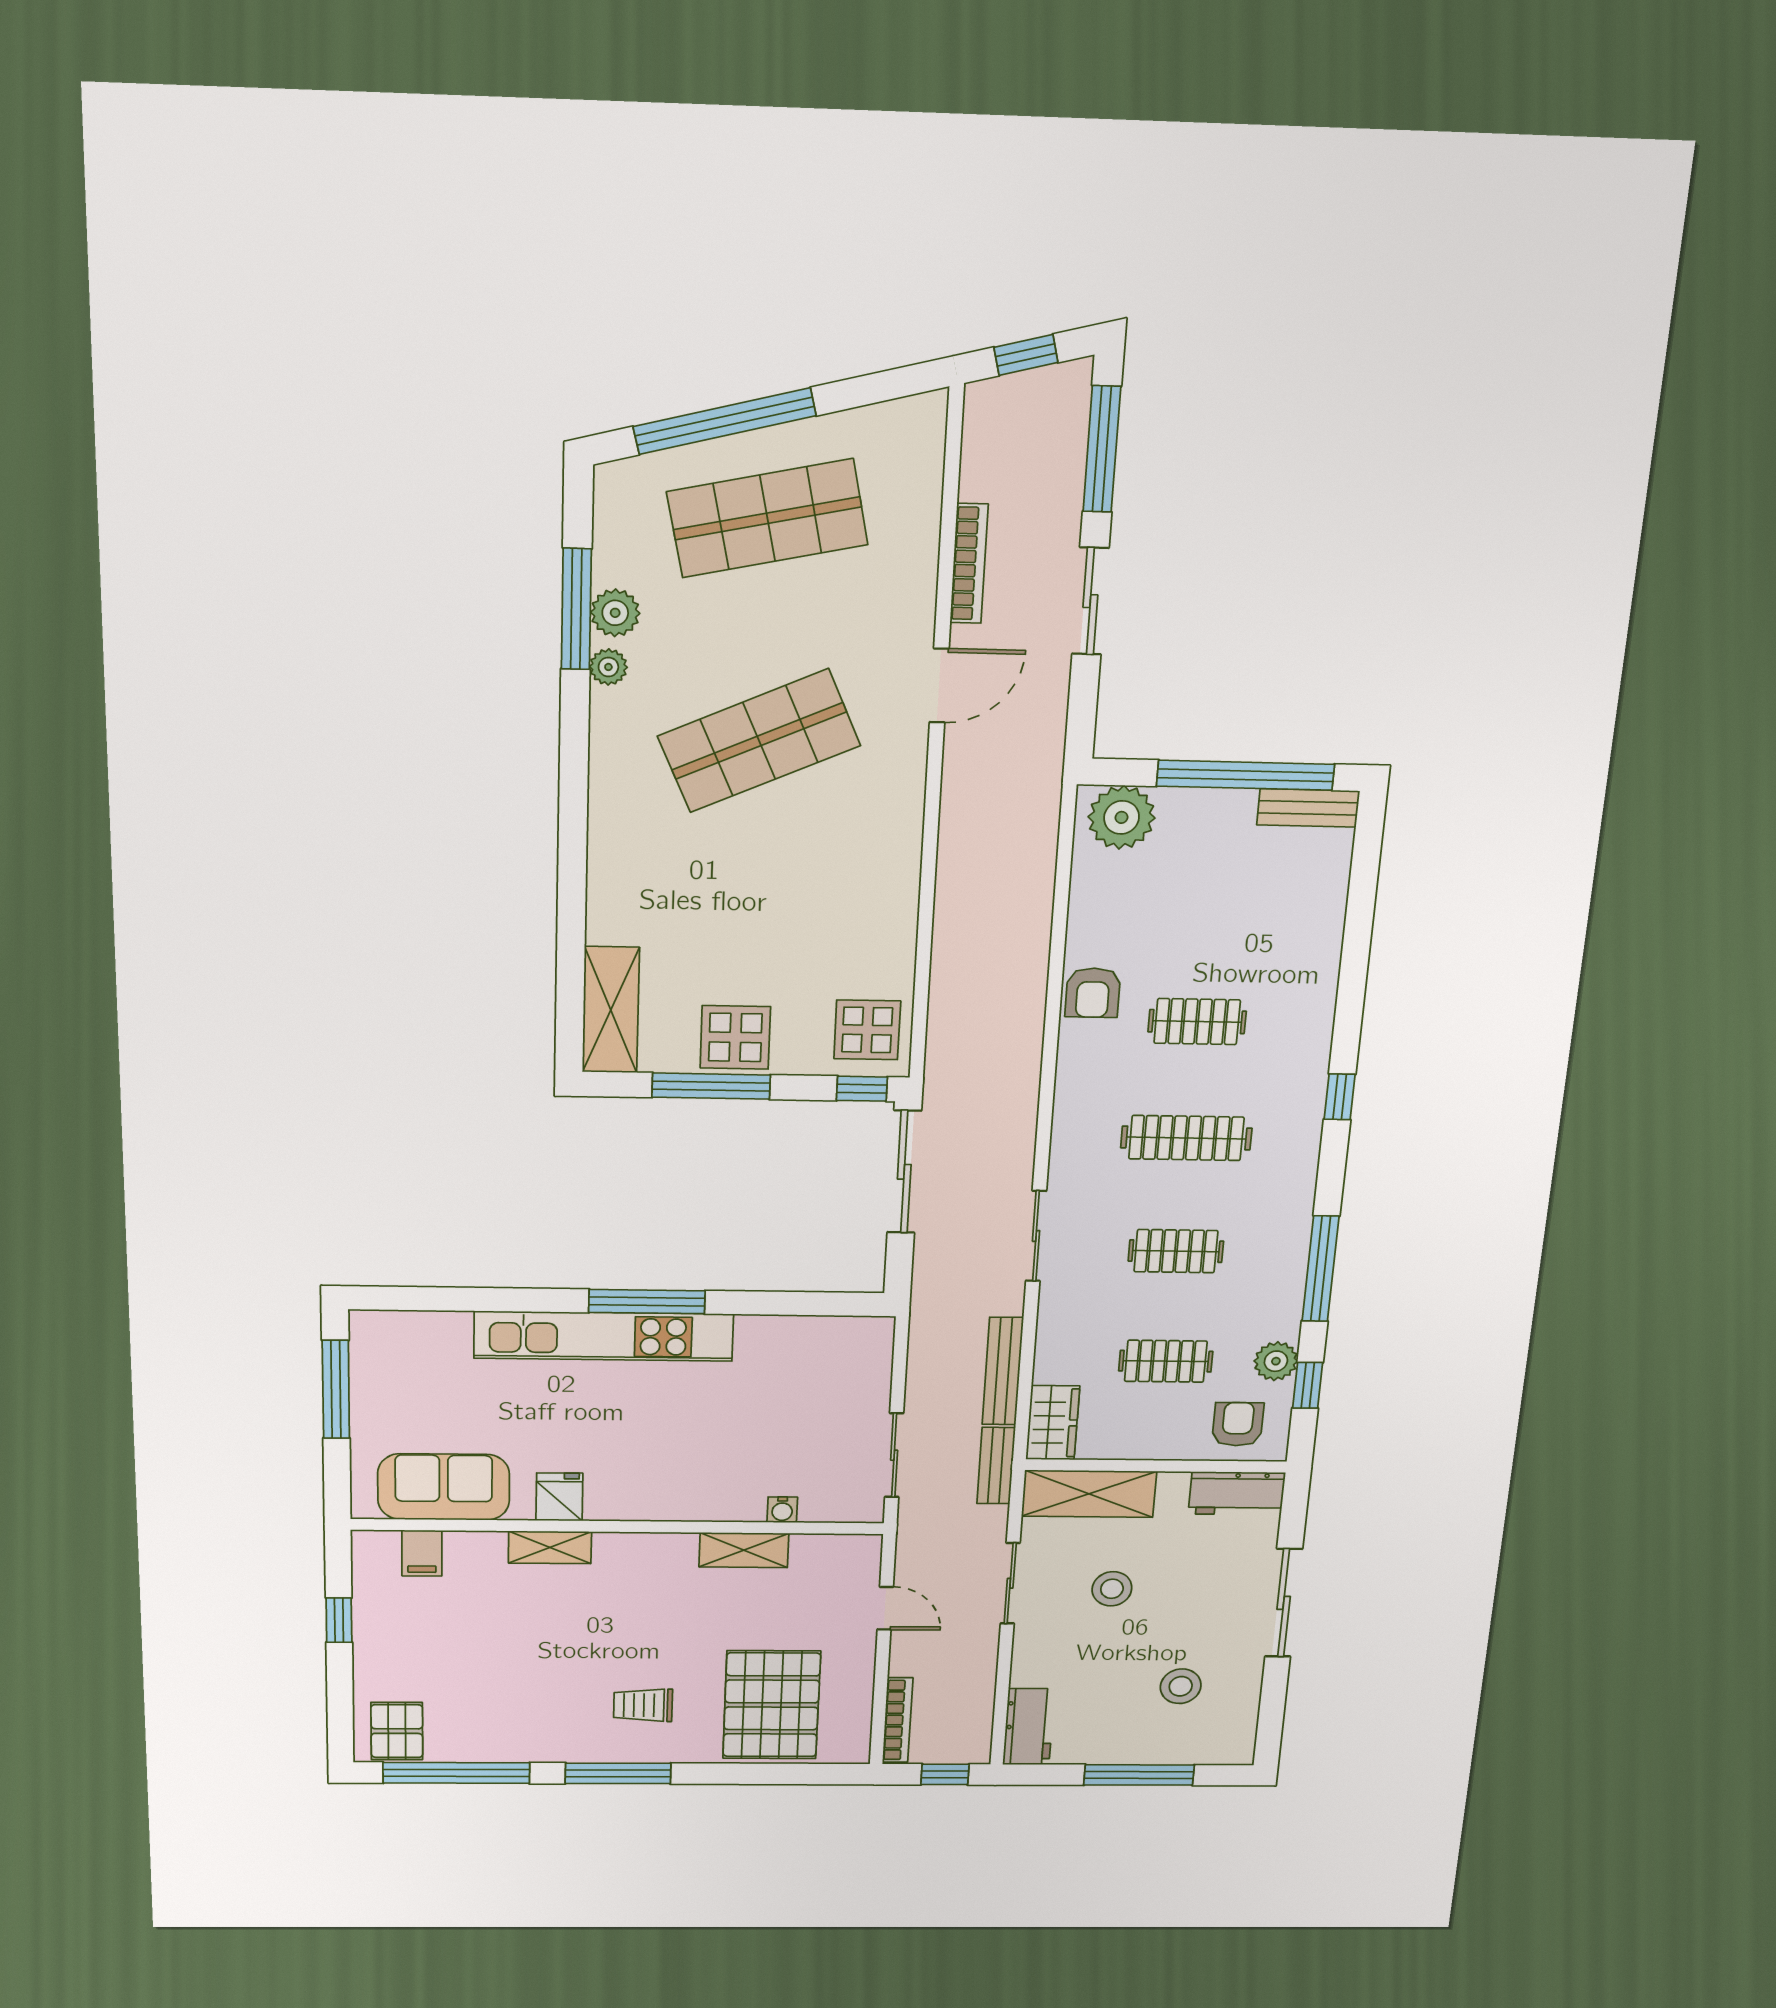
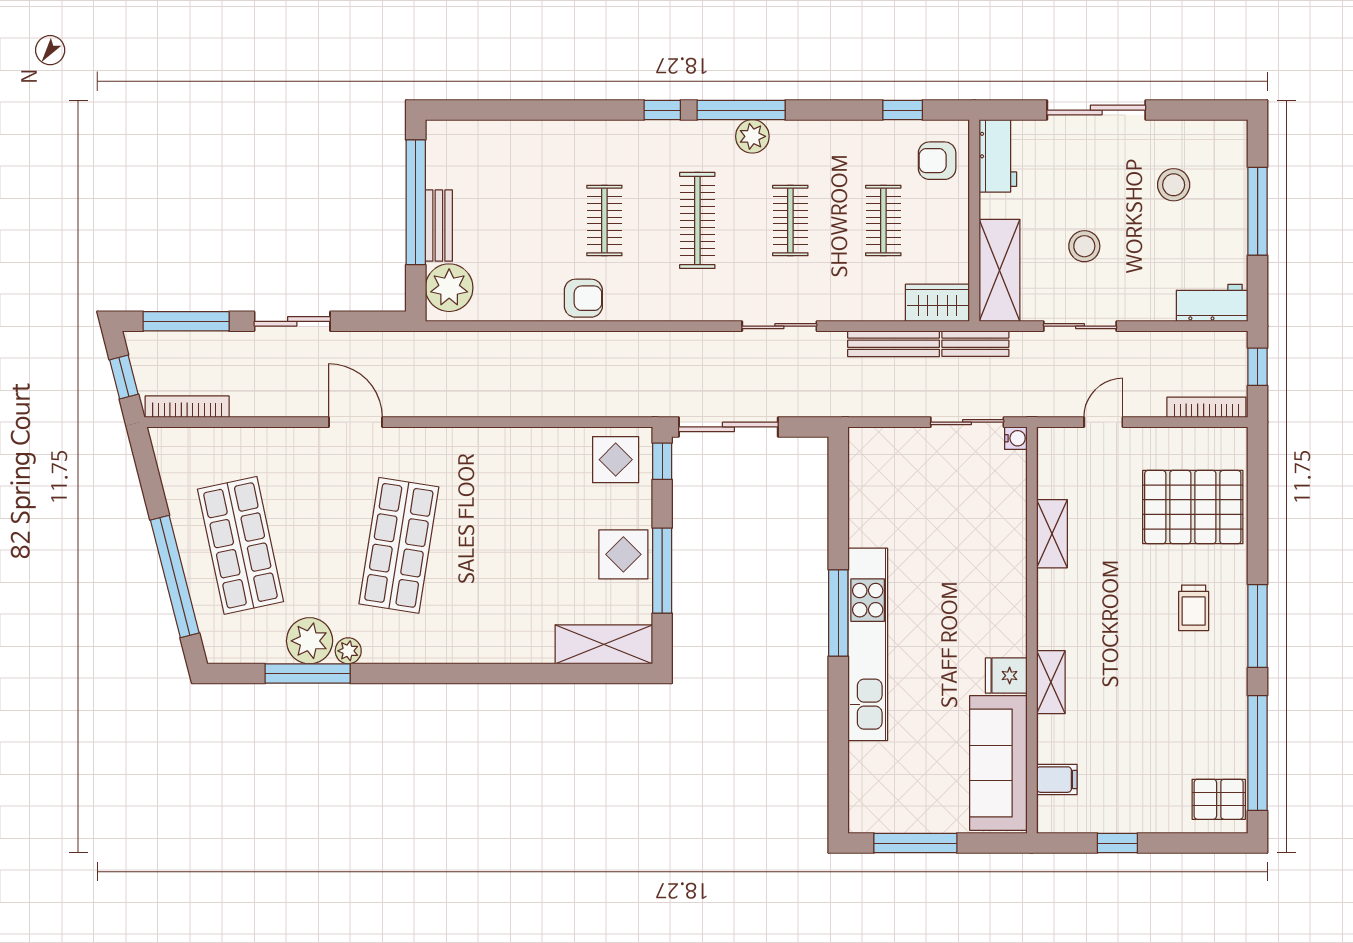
bookcase: (969, 564) -> (187, 407), moved
plant: (615, 613) -> (310, 641), width x1.36, depth x1.36
shop shelf: (759, 741) -> (399, 545), turned 33
bench: (1308, 808) -> (439, 226), moved
window: (1321, 1269) -> (741, 110), moved
plant: (1276, 1361) -> (752, 136), moved
sofa: (444, 1487) -> (998, 763), width x1.36
water cooler: (782, 1510) -> (1016, 438), moved

